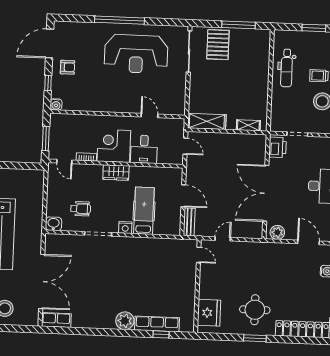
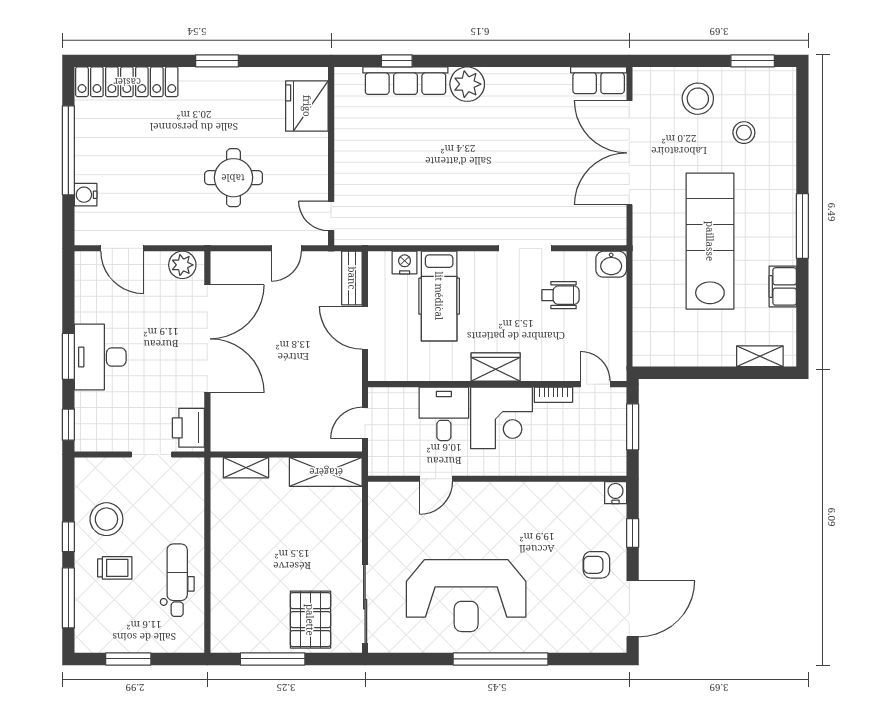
reception desk: (136, 54) -> (466, 596), turned 180
door: (149, 116) -> (436, 479), hinge flipped
door: (185, 146) -> (365, 423), hinge flipped
wheelchair: (81, 209) -> (560, 295), turned 180
nightstand: (125, 228) -> (405, 263), moved
round table: (255, 310) -> (233, 178), moved

